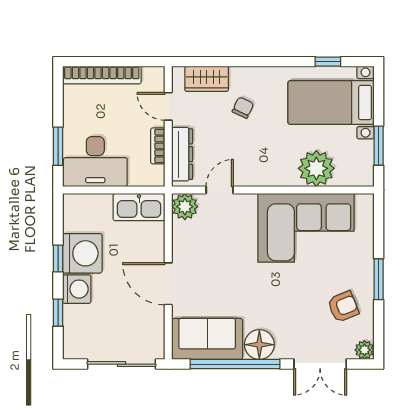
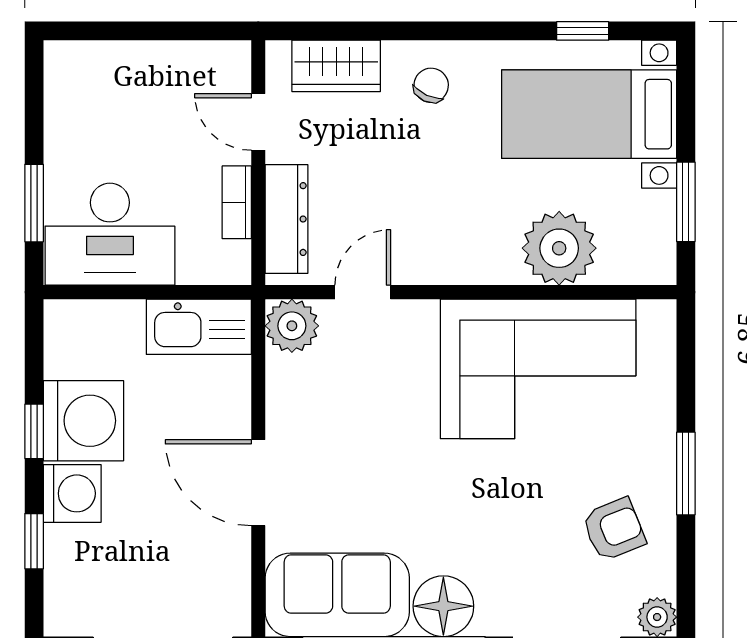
bookcase: (102, 75) -> (123, 58), removed
chair: (243, 108) -> (431, 85), moved

